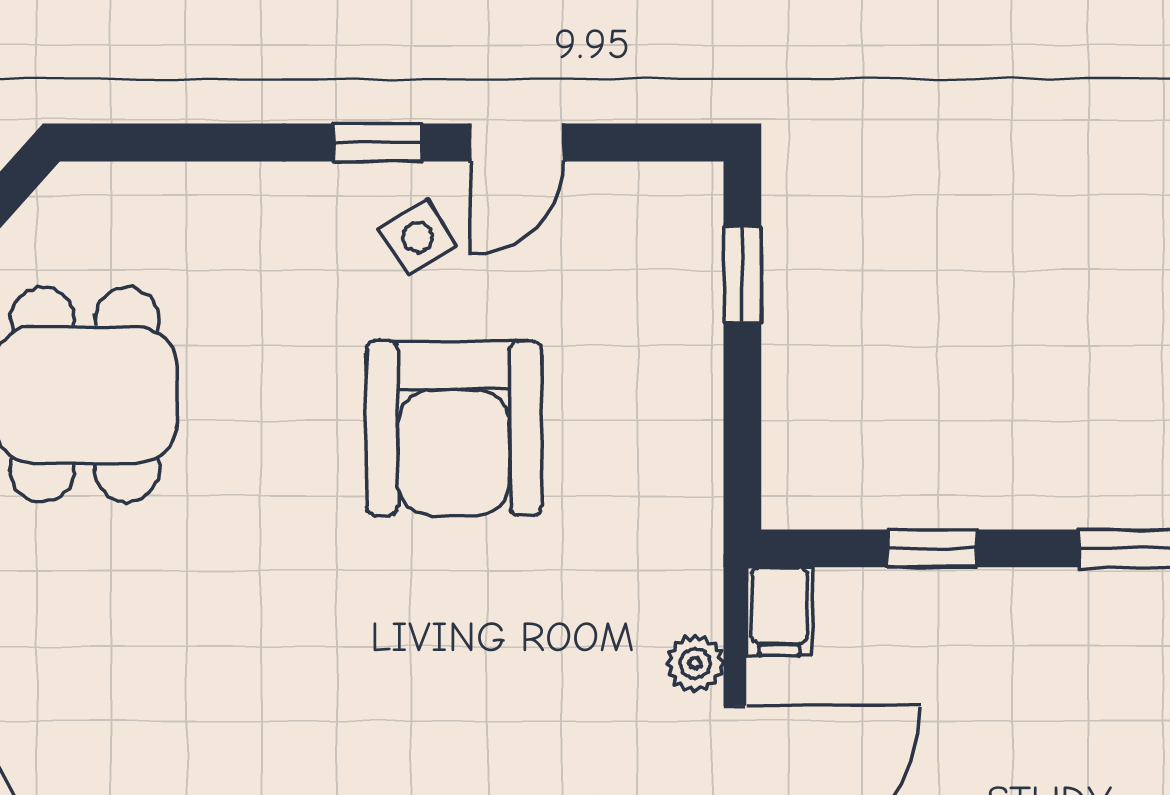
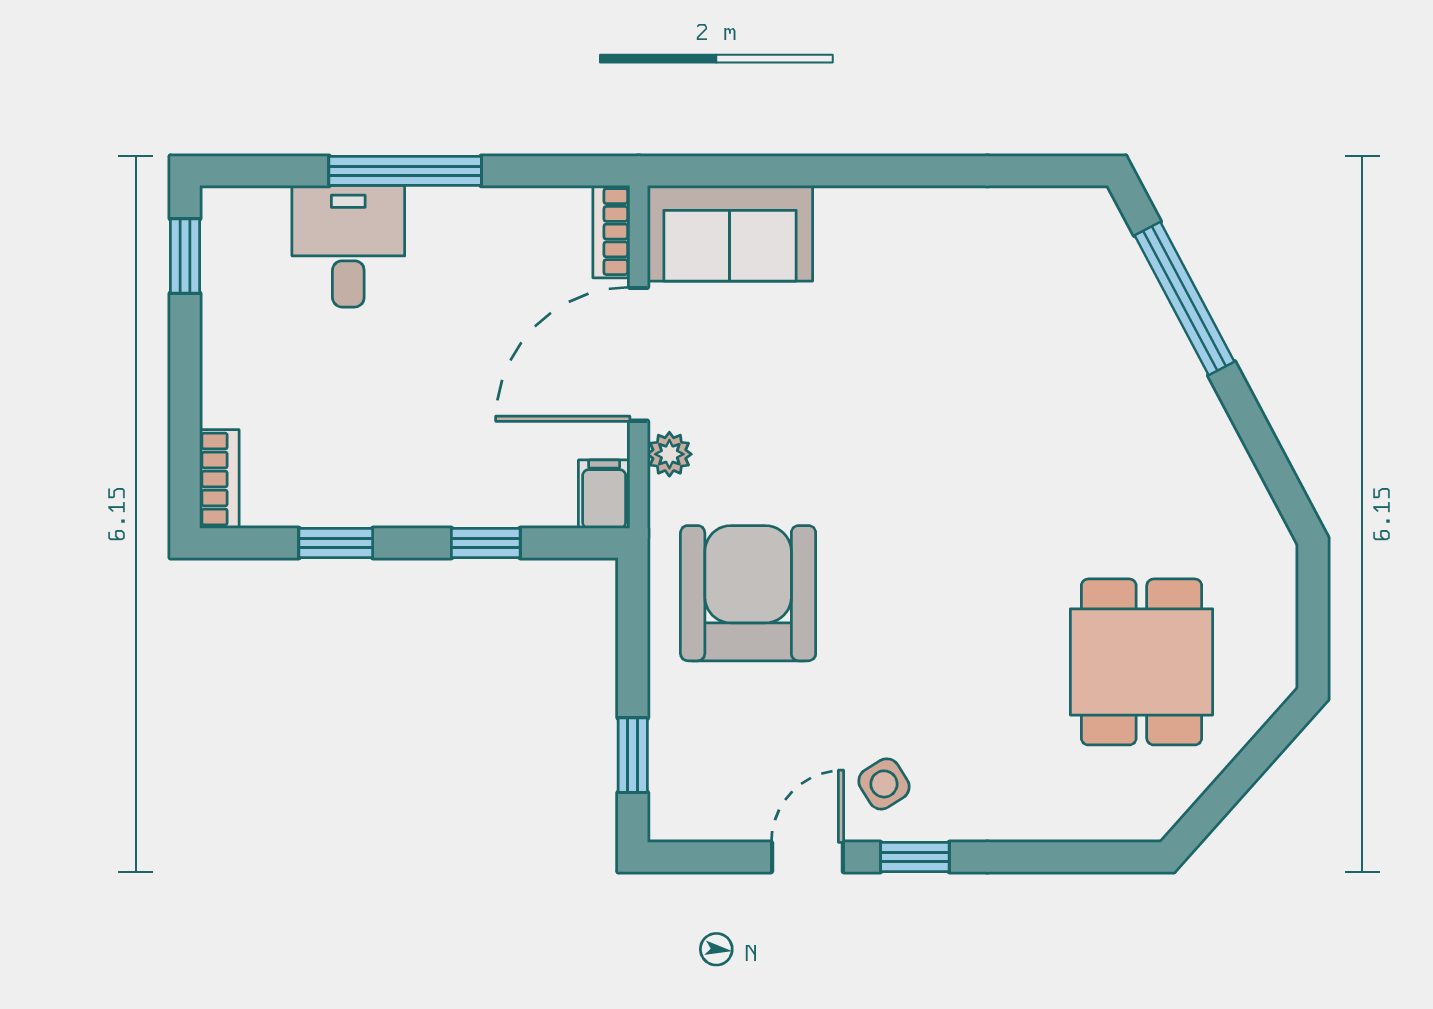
armchair: (454, 428) -> (748, 593), moved

